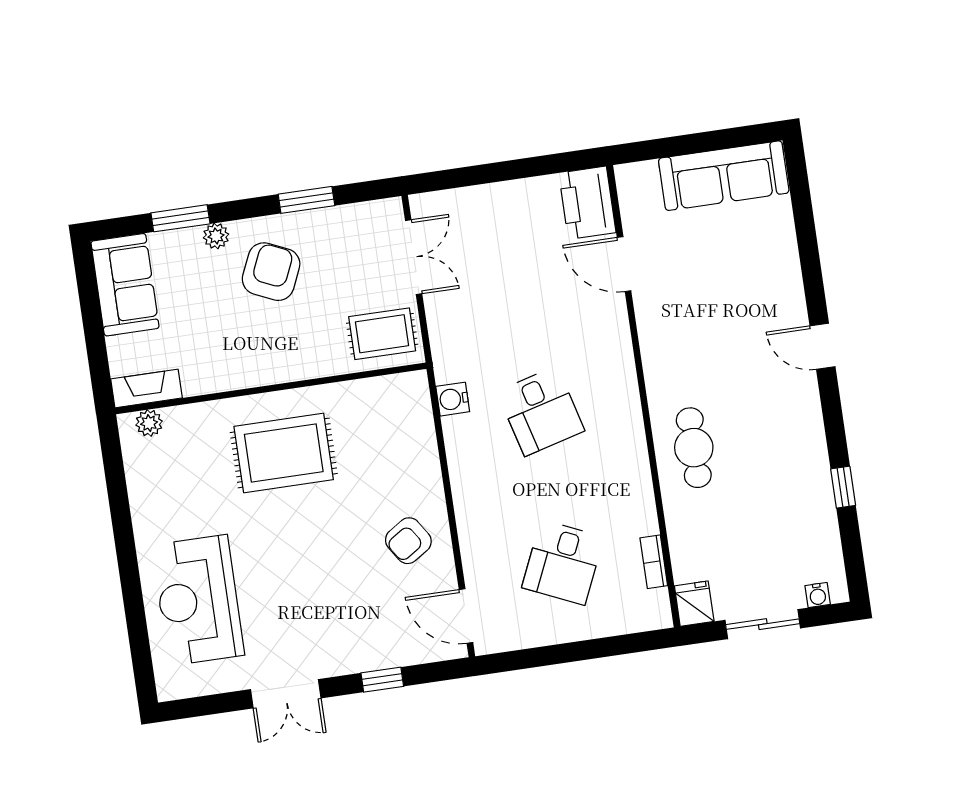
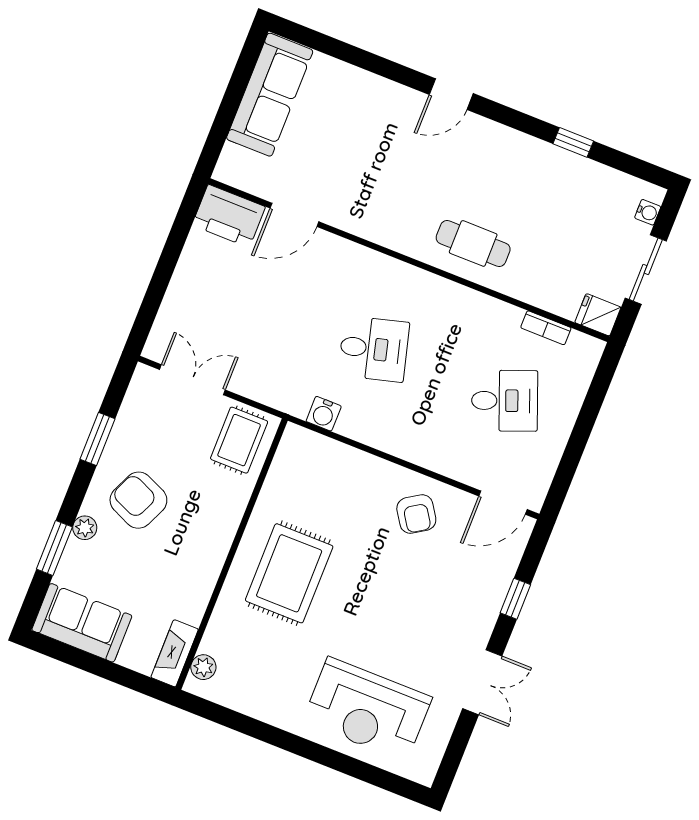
desk: (563, 562) -> (505, 401), turned -45

